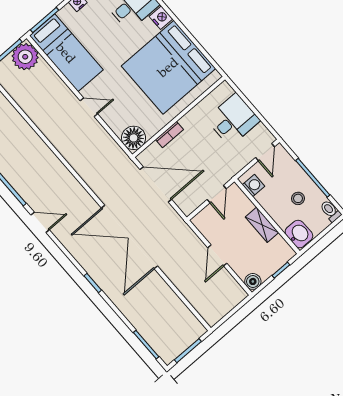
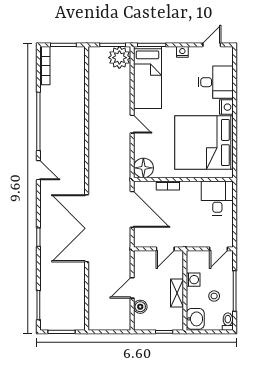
desk: (233, 120) -> (217, 198), moved, turned -90
washing machine: (253, 185) -> (193, 280), moved
boiler: (253, 281) -> (140, 307), moved

